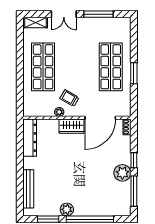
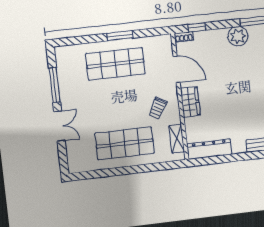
shelving: (35, 22) -> (177, 139), moved
plant: (59, 112) -> (175, 118), removed
door: (100, 118) -> (177, 69), width x0.73
window: (134, 160) -> (197, 27), moved

